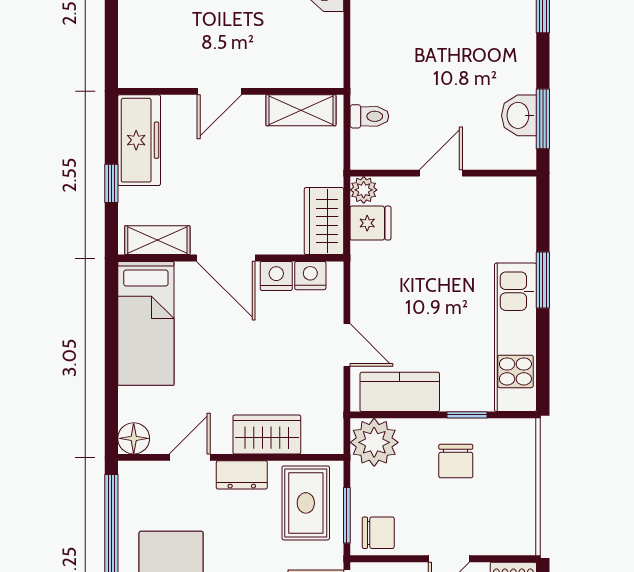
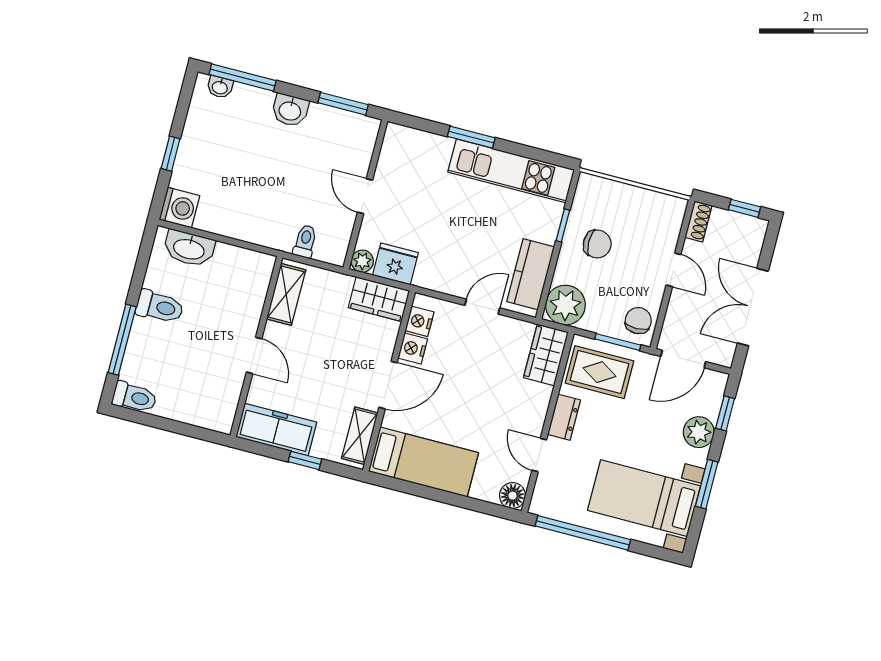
washbasin: (519, 115) -> (290, 110), moved
fridge: (370, 223) -> (395, 264), width x1.38
wardrobe: (267, 435) -> (546, 355), moved

